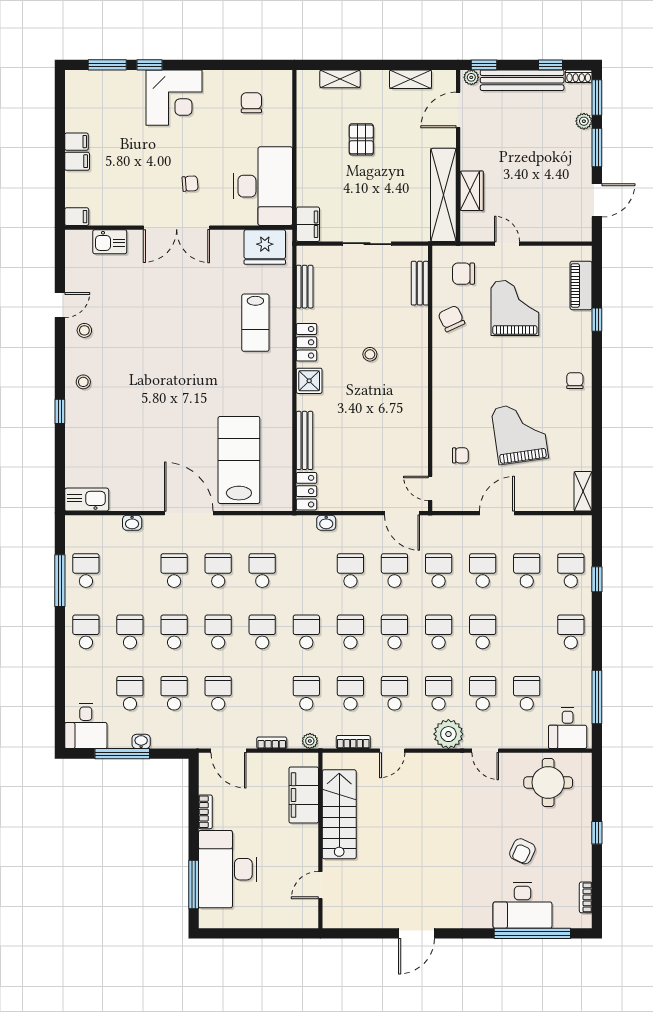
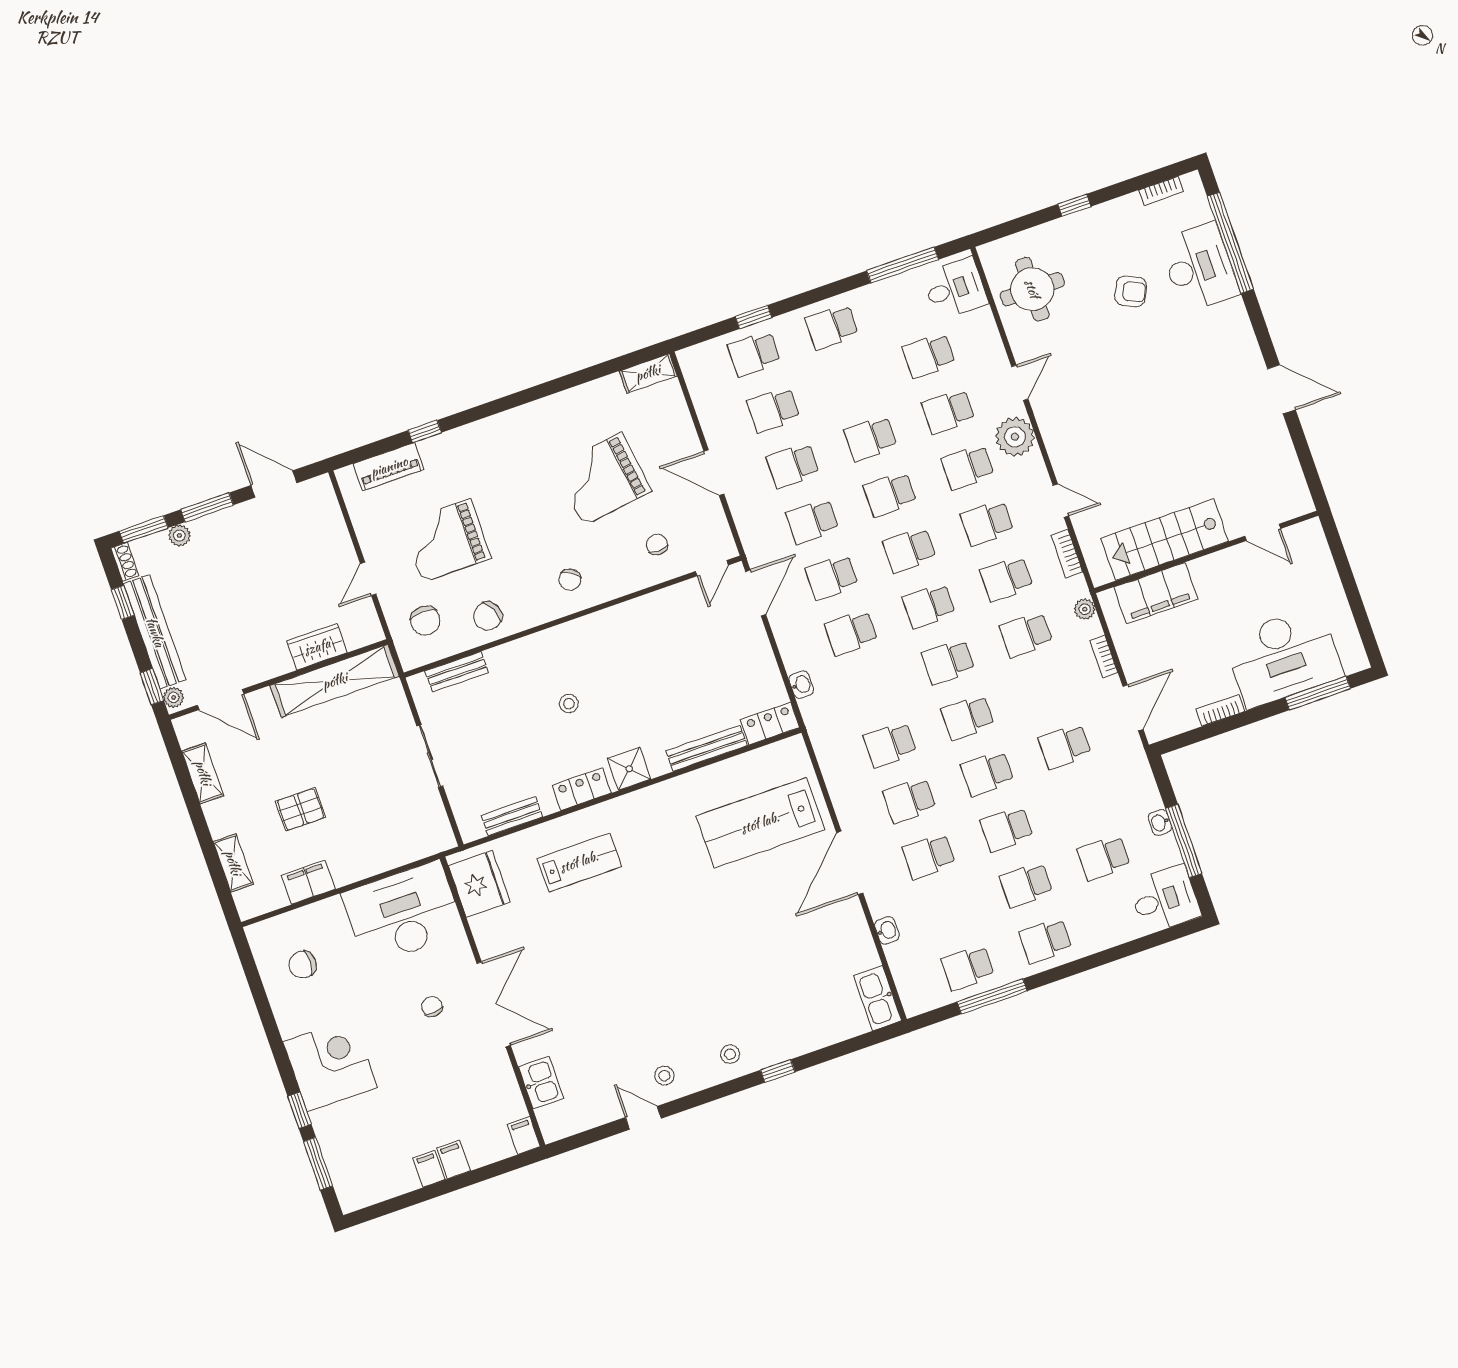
filing cabinet: (308, 224) -> (308, 882), moved
chair: (575, 381) -> (570, 580), moved, turned -56
school desk: (174, 693) -> (1084, 802), removed

